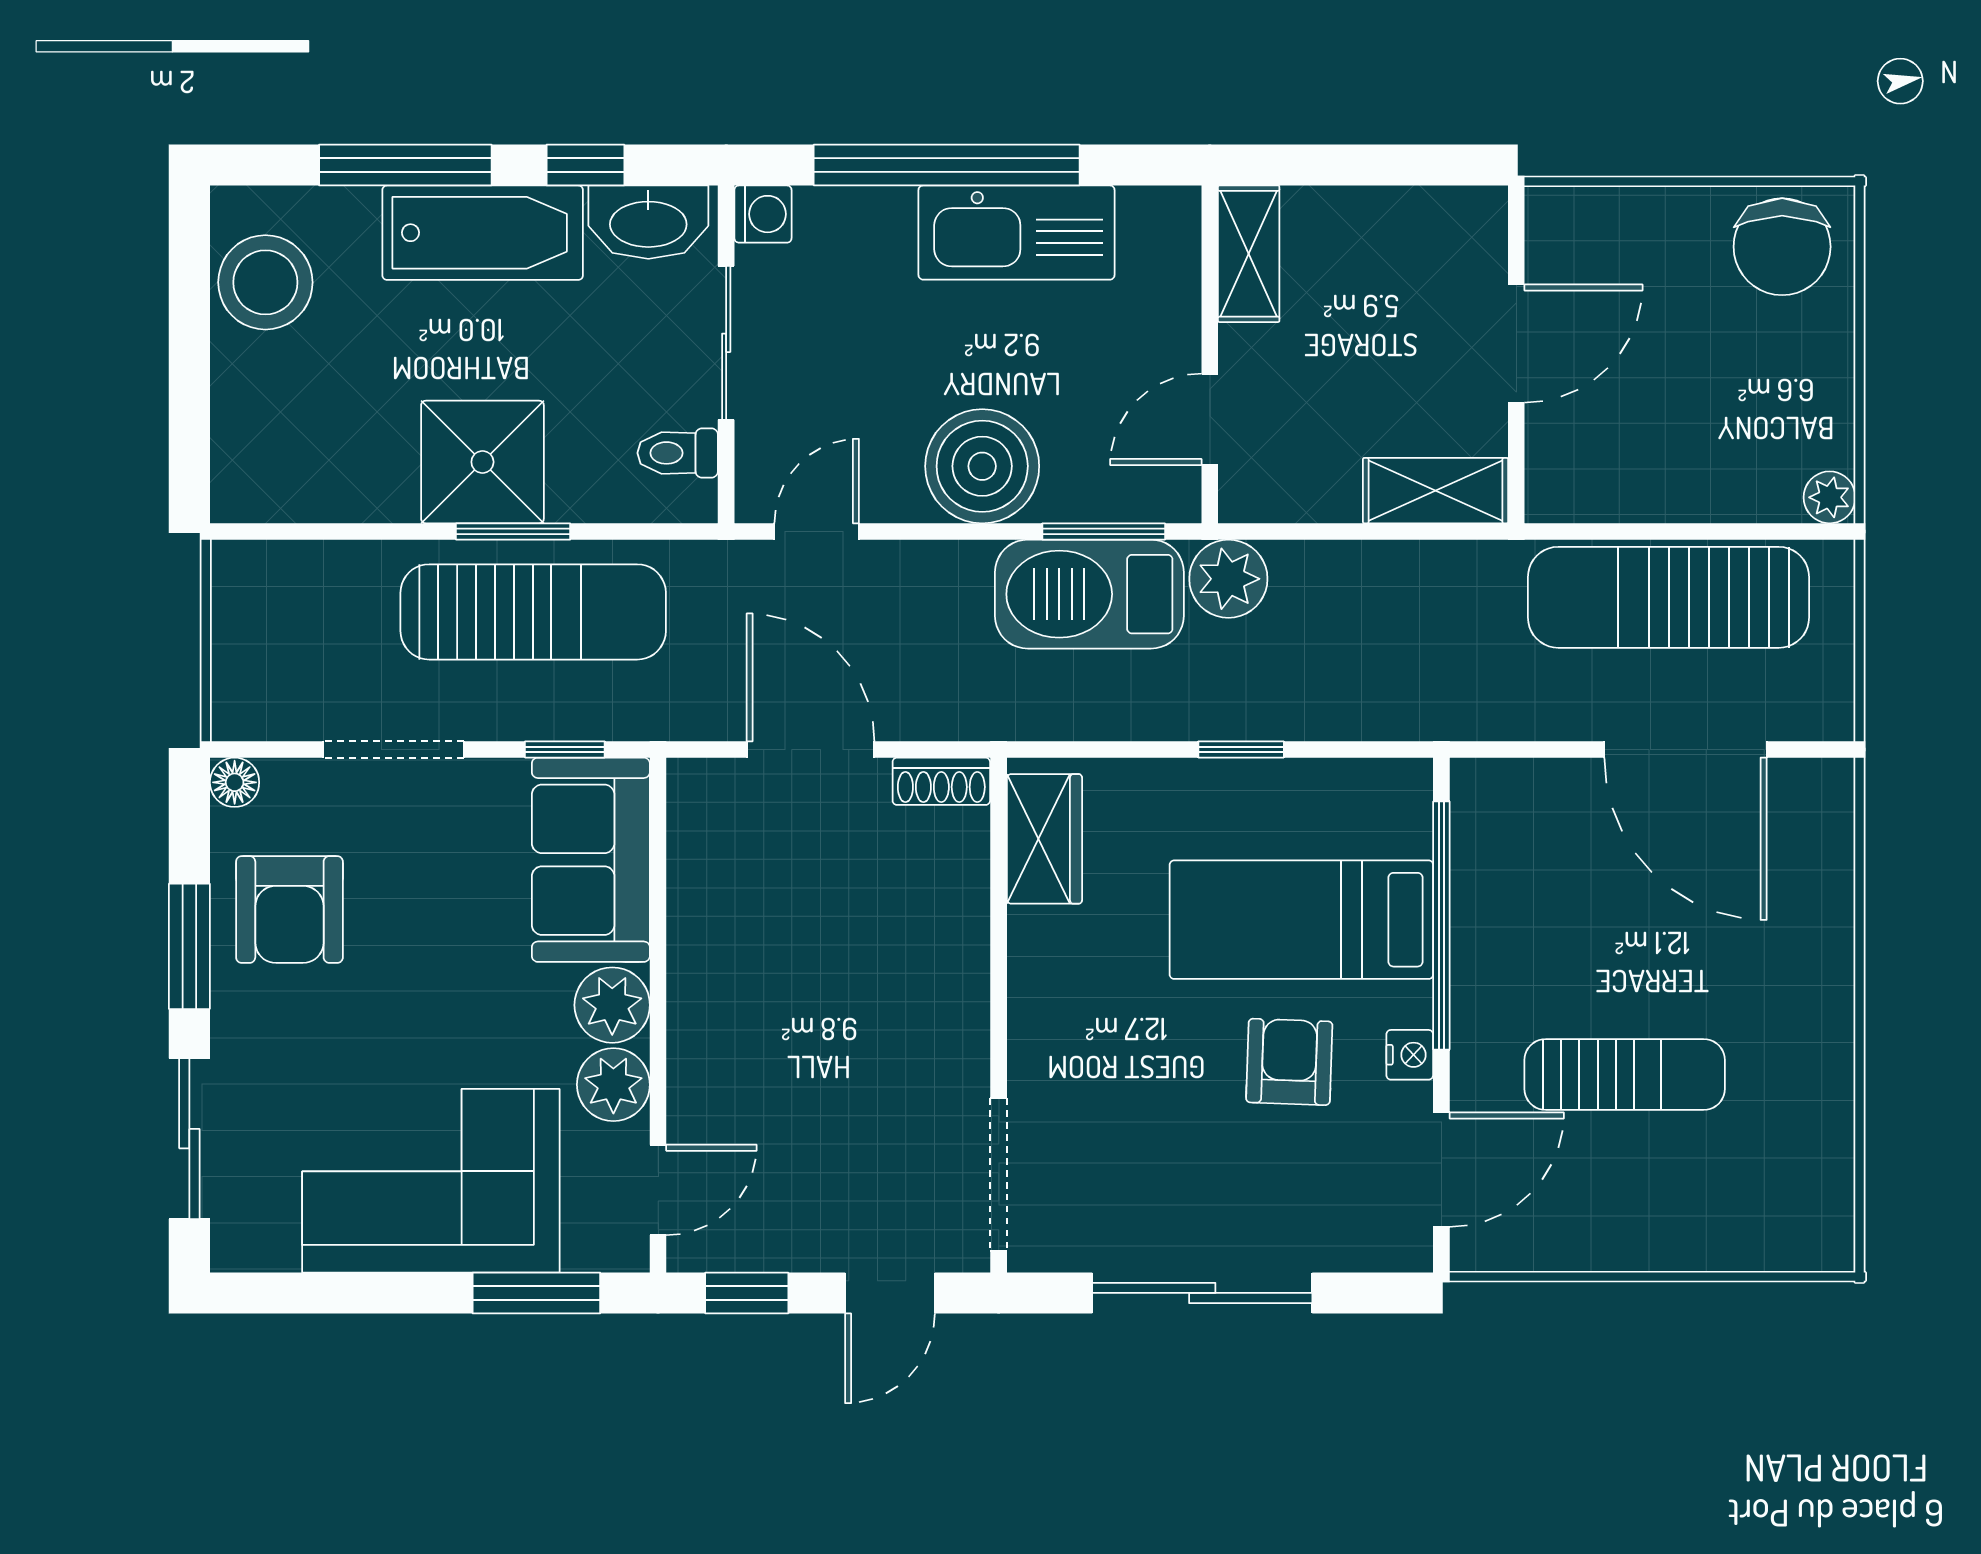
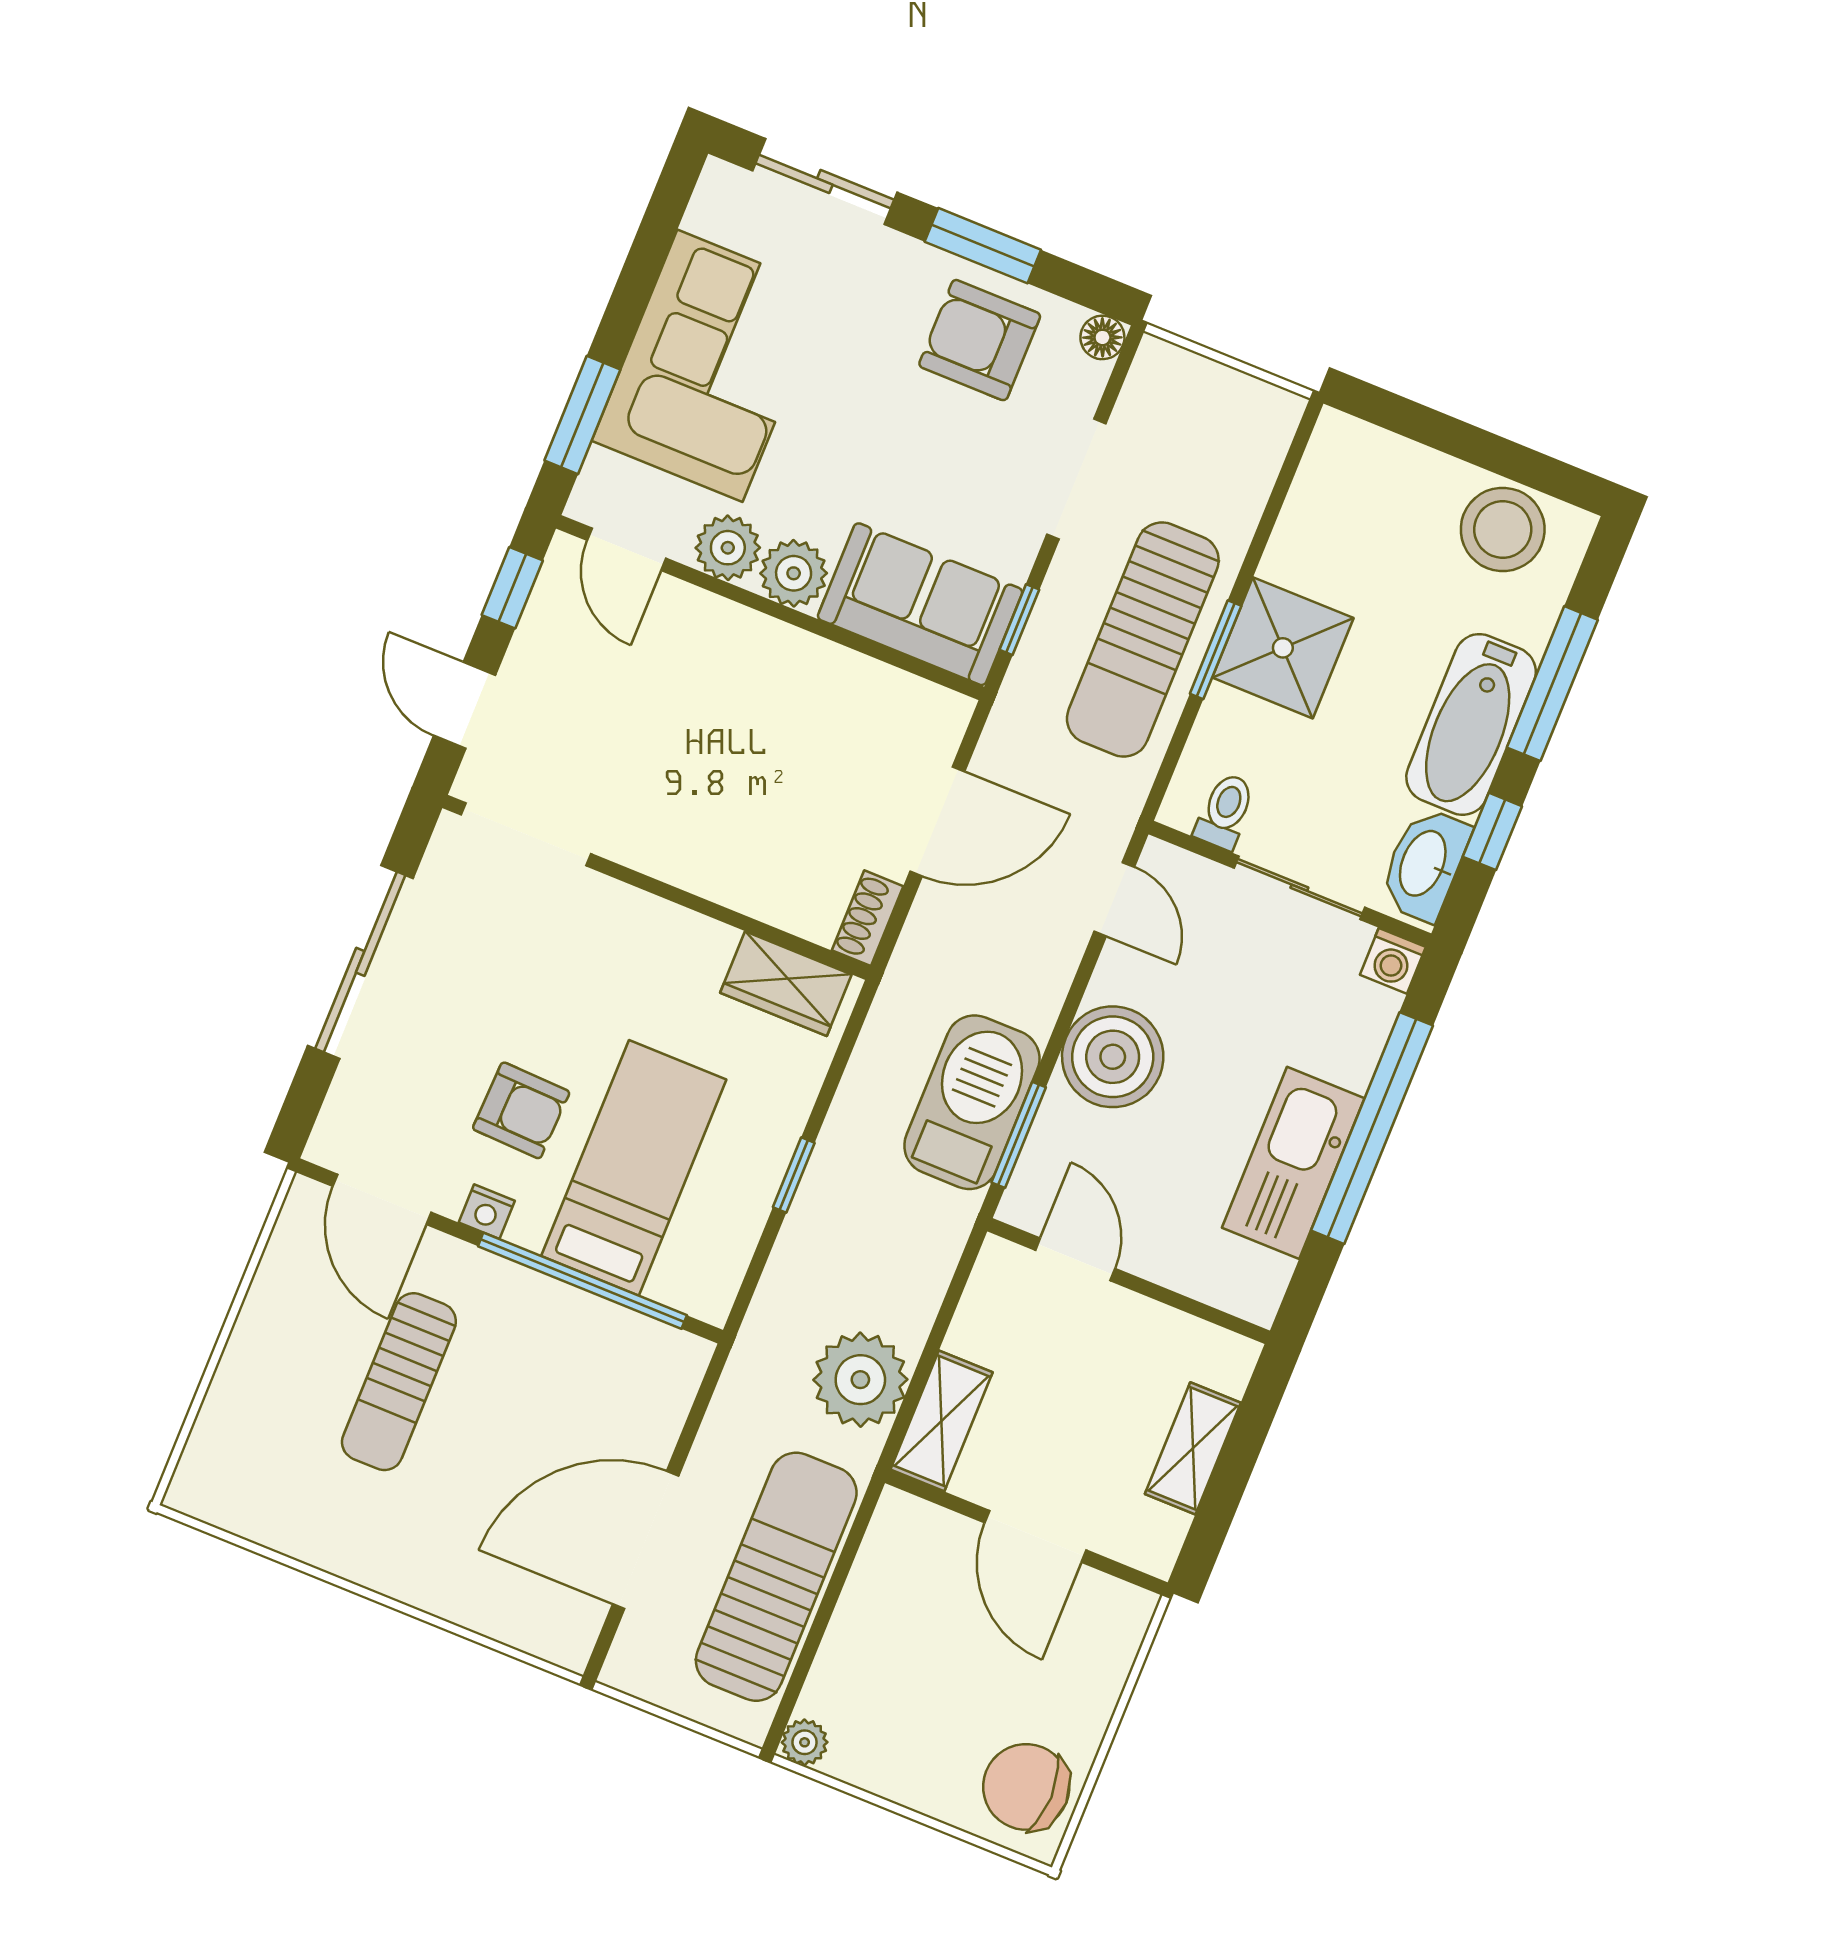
shelving: (1249, 254) -> (1193, 1448), moved, turned 90
plant: (1228, 579) -> (860, 1380), moved, width x1.36, depth x1.36

